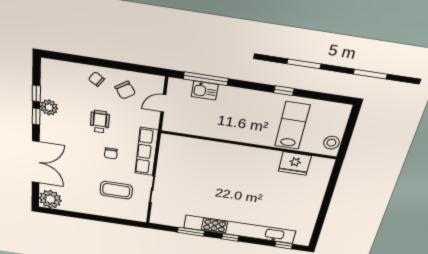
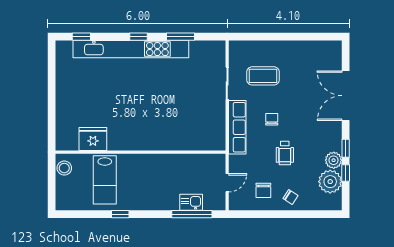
chair: (125, 90) -> (263, 190), turned -146
plant: (50, 199) -> (330, 182), moved

